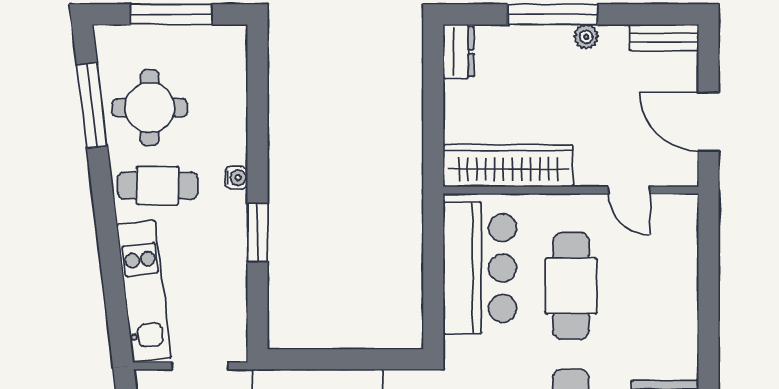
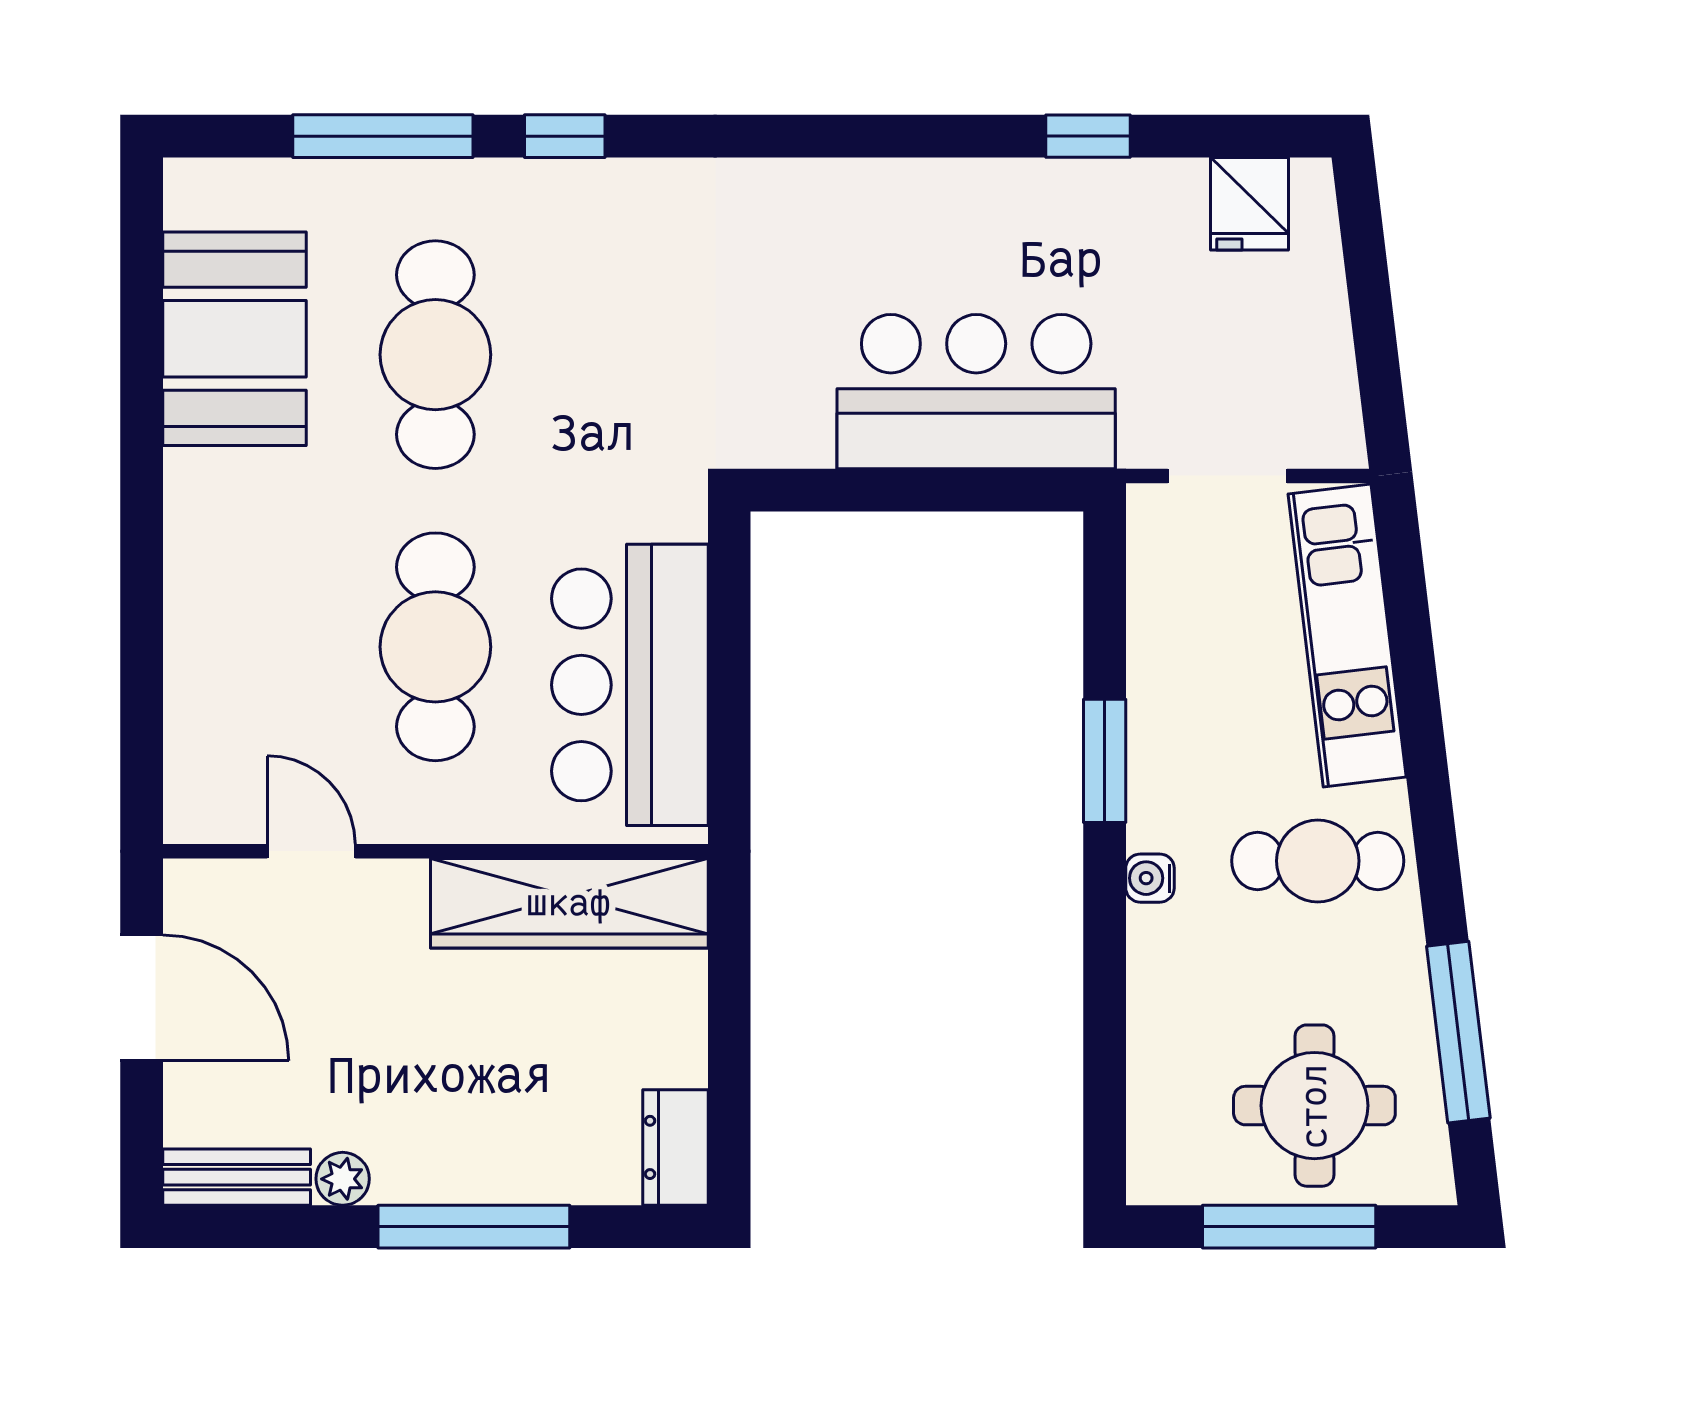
plant: (586, 37) -> (343, 1179), moved
round table: (150, 108) -> (1314, 1106), moved

